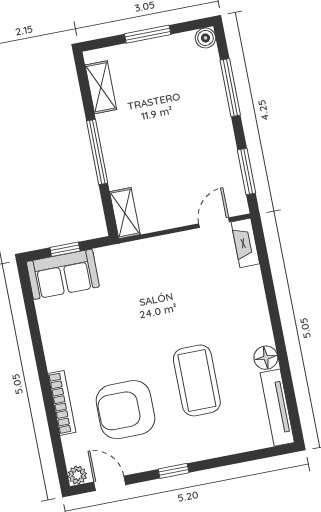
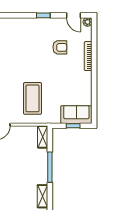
coffee table: (197, 380) -> (32, 98), moved
armchair: (125, 410) -> (60, 47), width x0.53, depth x0.53

